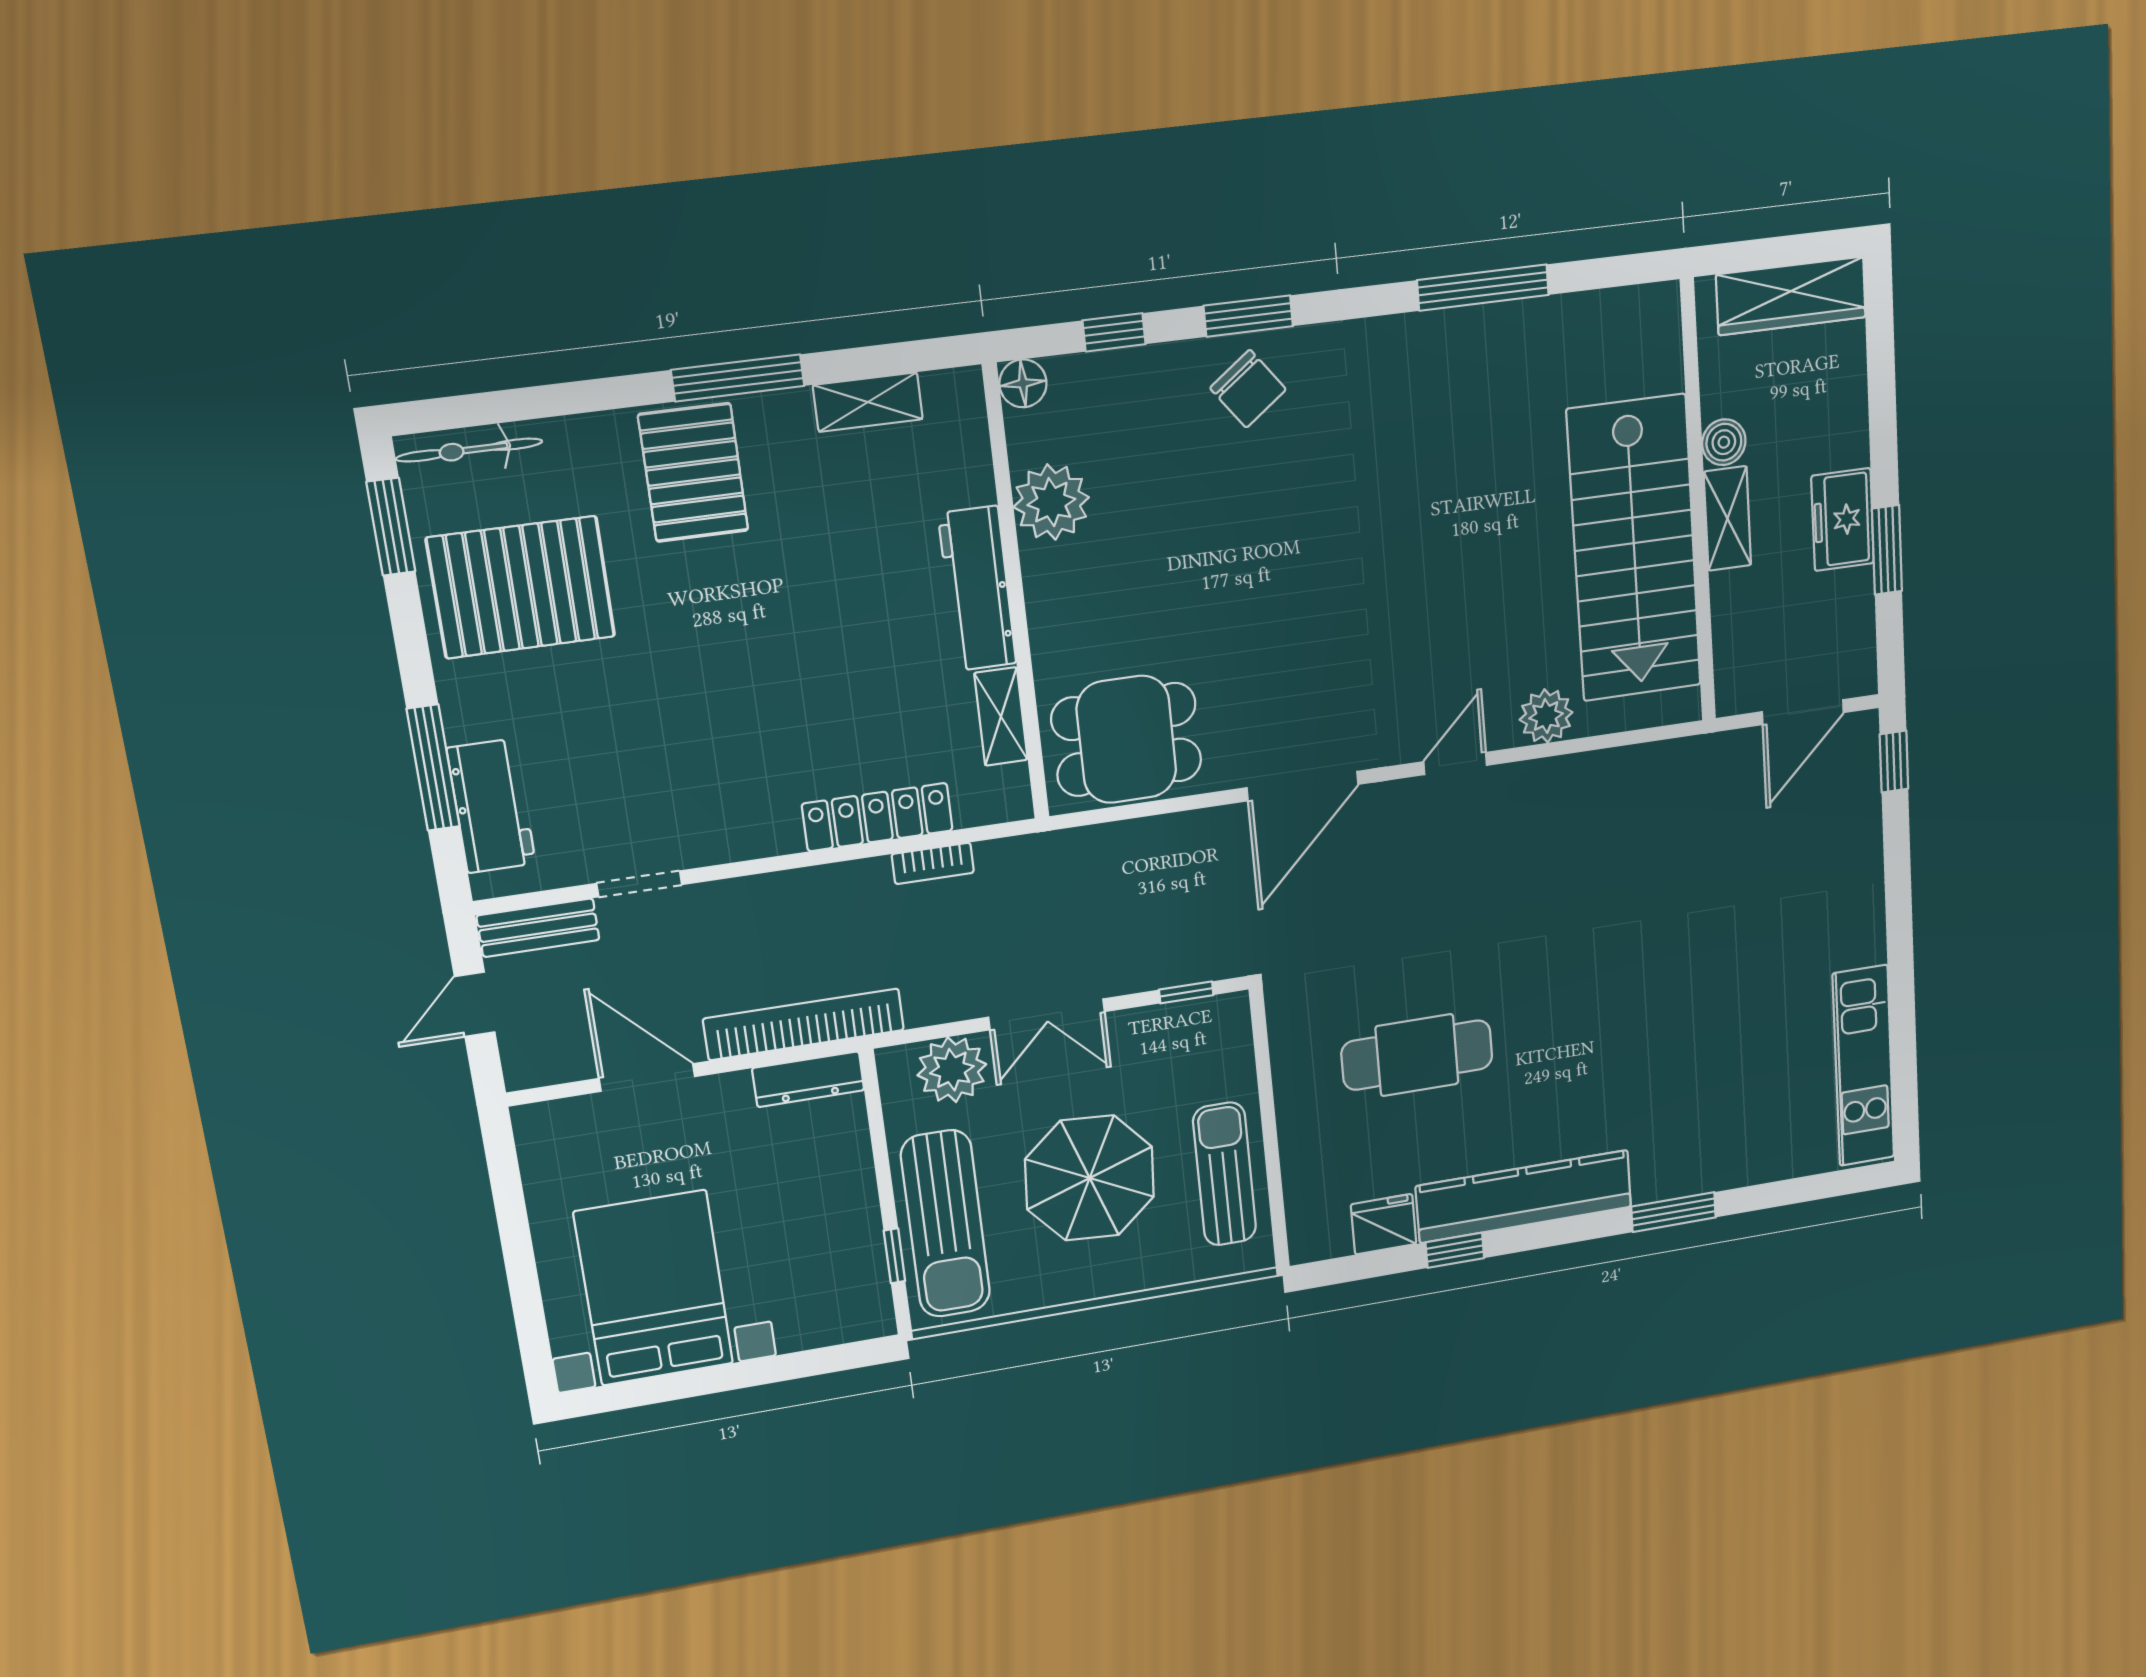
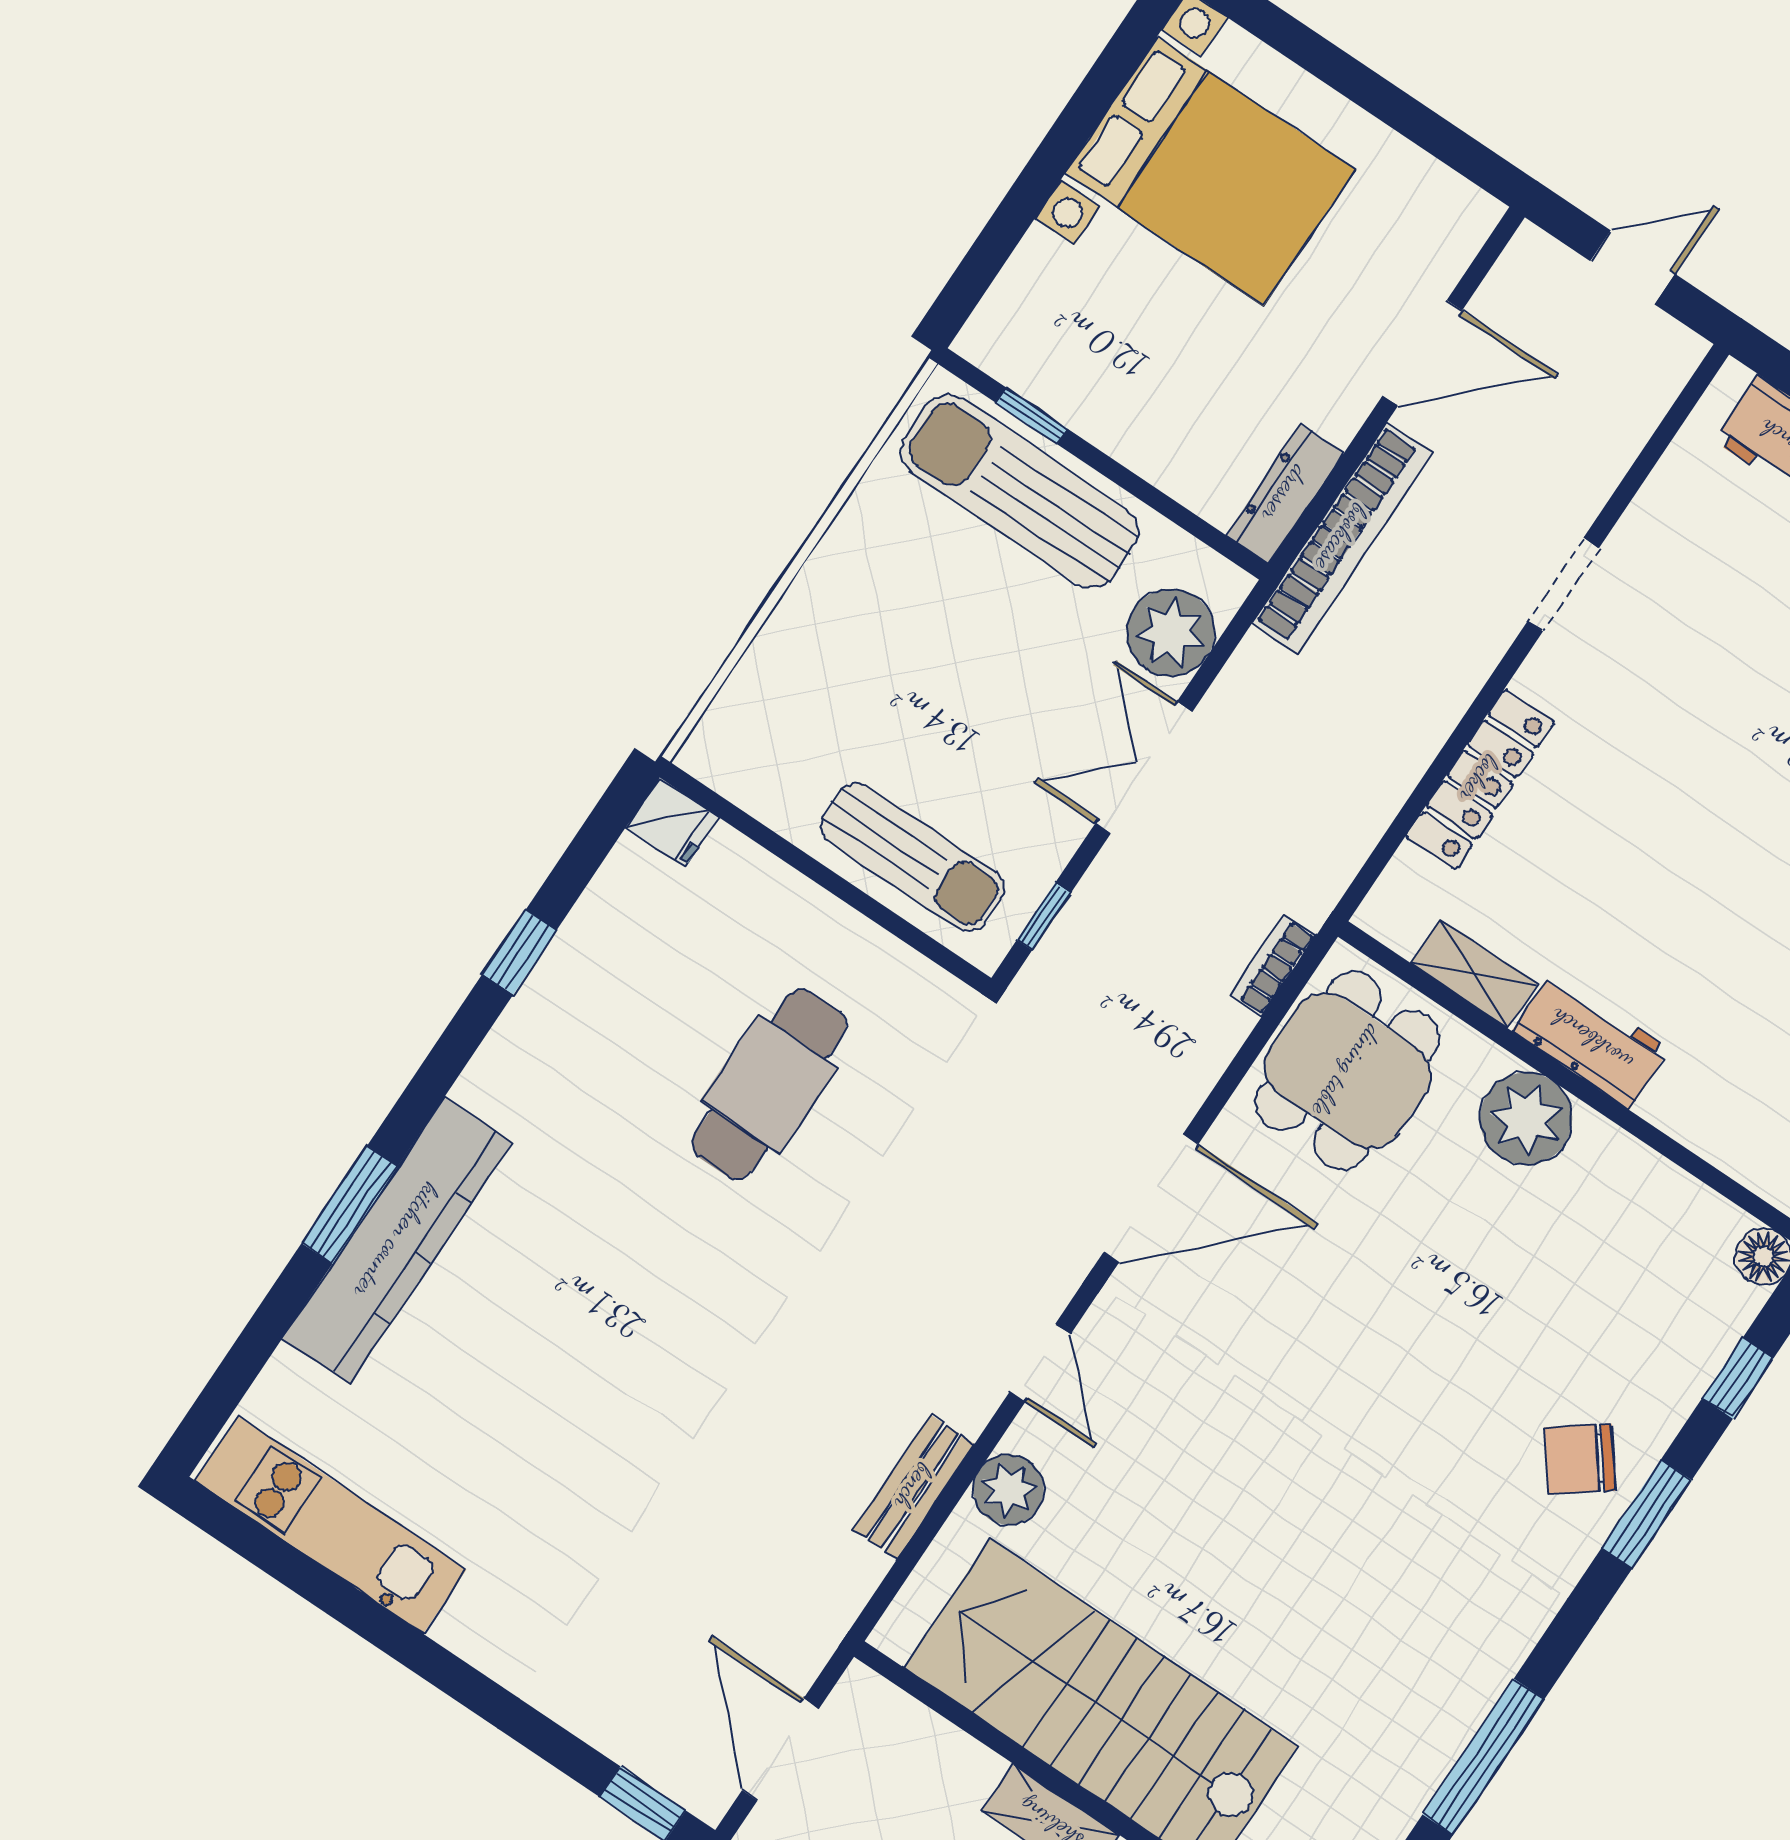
plant: (1051, 502) -> (1526, 1119), moved
workbench: (977, 589) -> (1591, 1040), width x0.73
door: (1303, 786) -> (1151, 1198), swing flipped
bookcase: (933, 863) -> (1273, 965), moved
doorway: (639, 884) -> (1563, 585), moved
bench: (538, 928) -> (914, 1487), moved
door: (475, 1004) -> (1633, 267), hinge flipped
sun lounger: (1225, 1174) -> (912, 857), moved
parasol: (1090, 1178) -> (938, 665), removed
kitchen counter: (1524, 1196) -> (397, 1241), moved
fridge: (1384, 1224) -> (672, 822), moved, width x0.72

